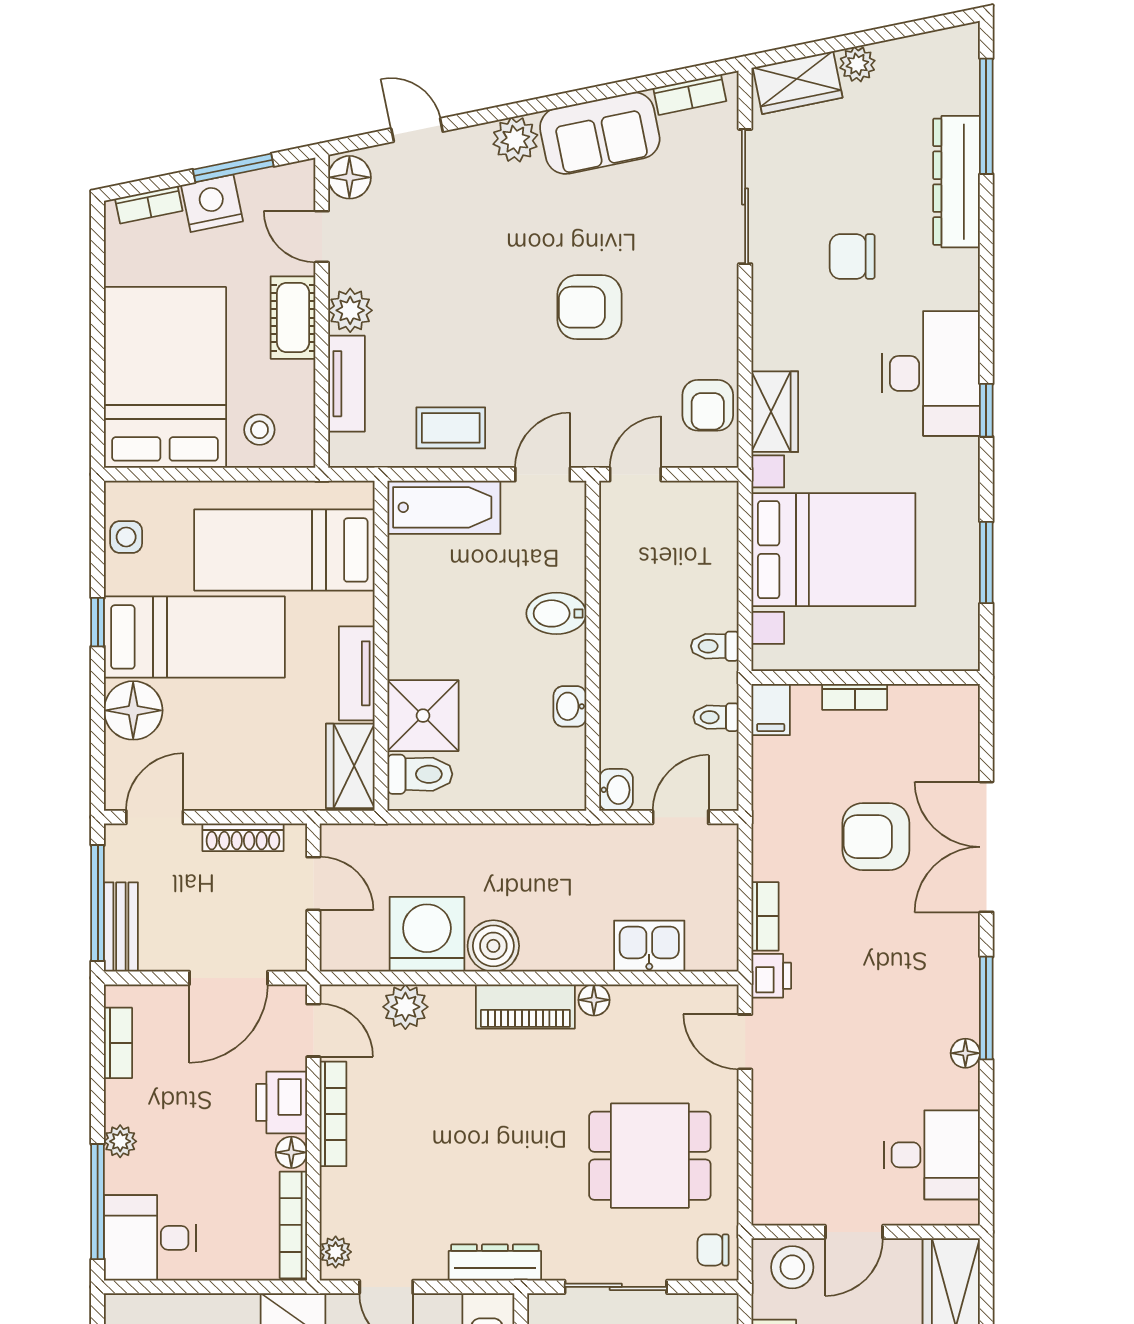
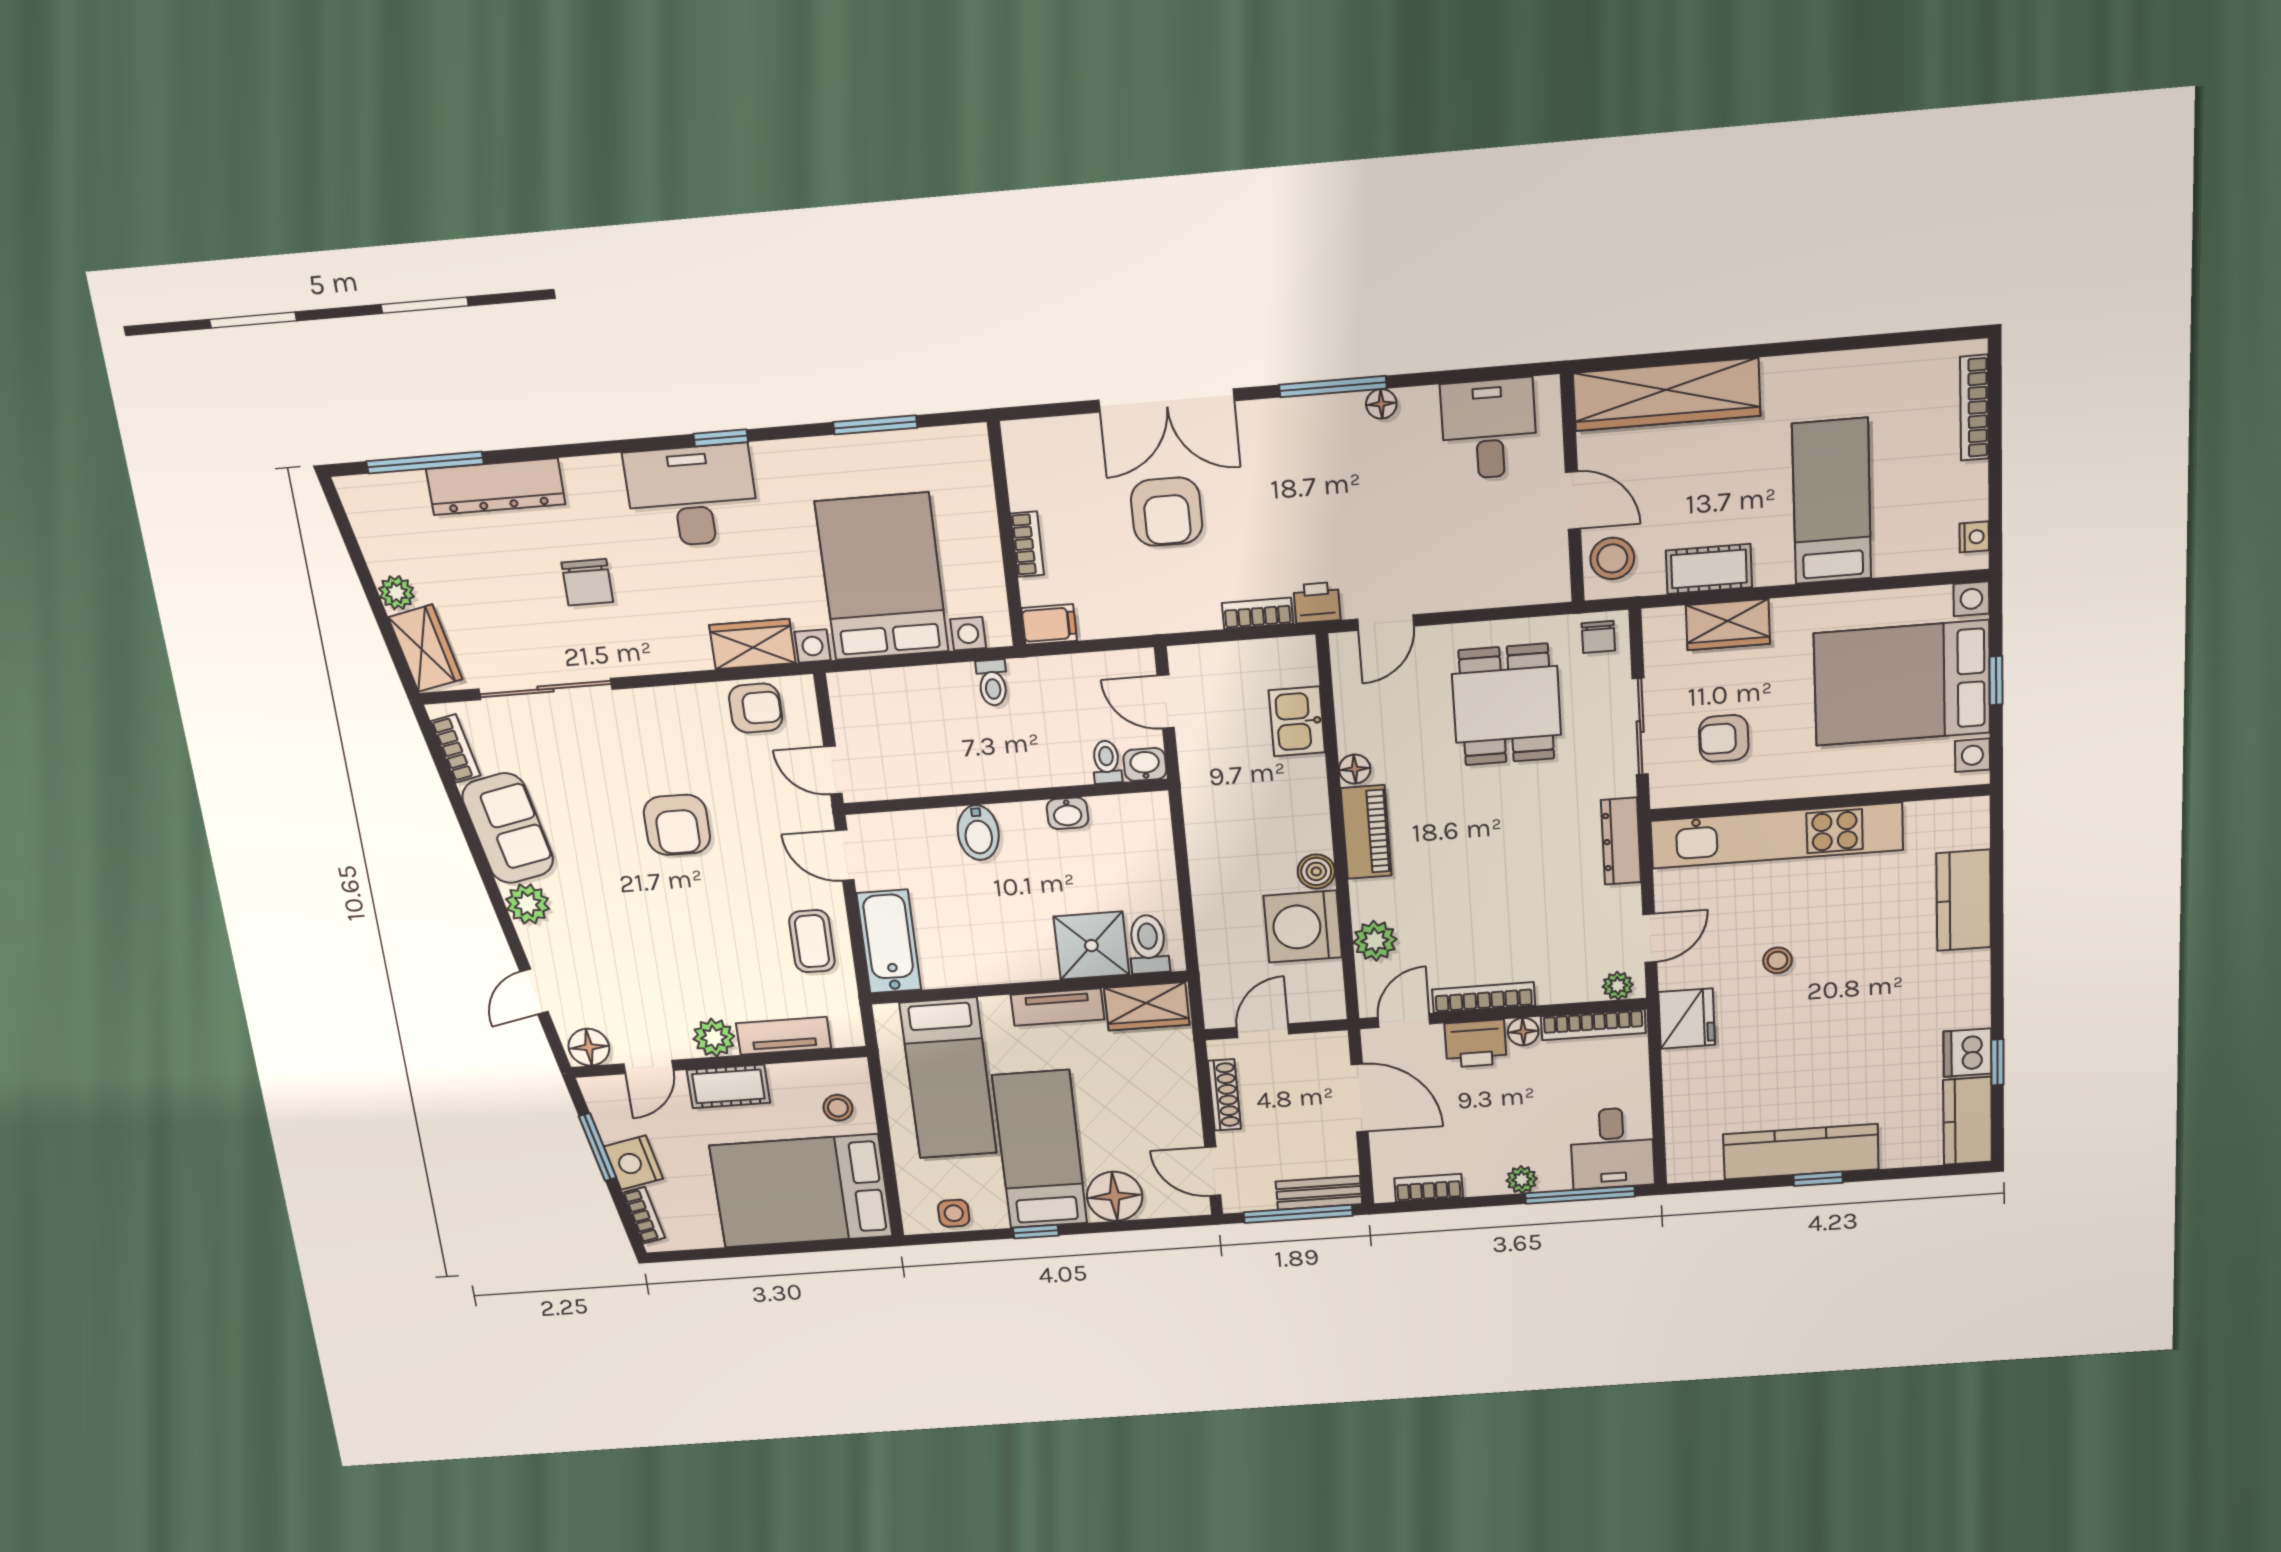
toilet: (716, 717) -> (1107, 762), moved, turned 180
boiler: (493, 946) -> (1316, 871), width x0.73, depth x0.73

